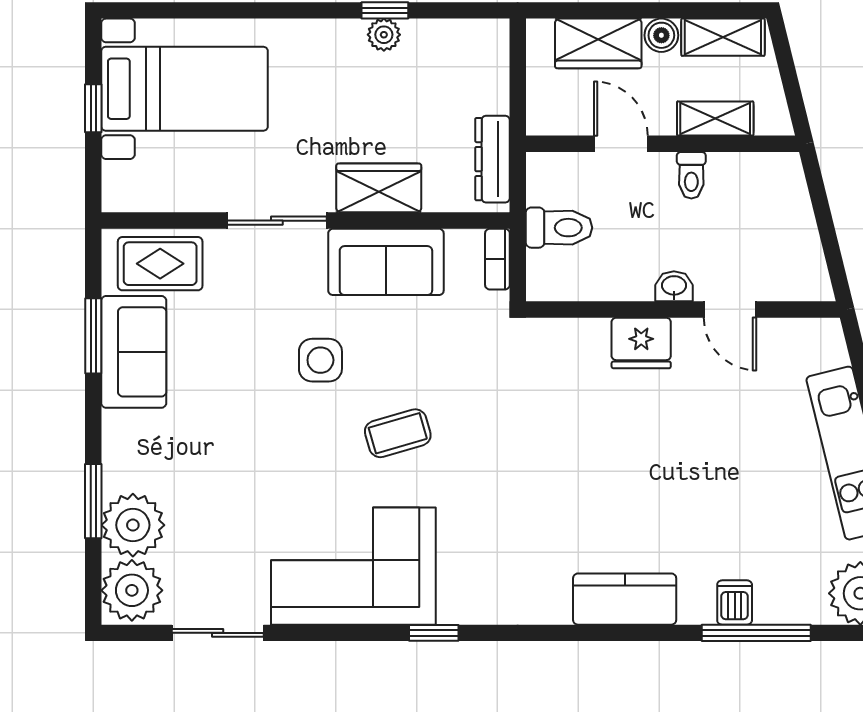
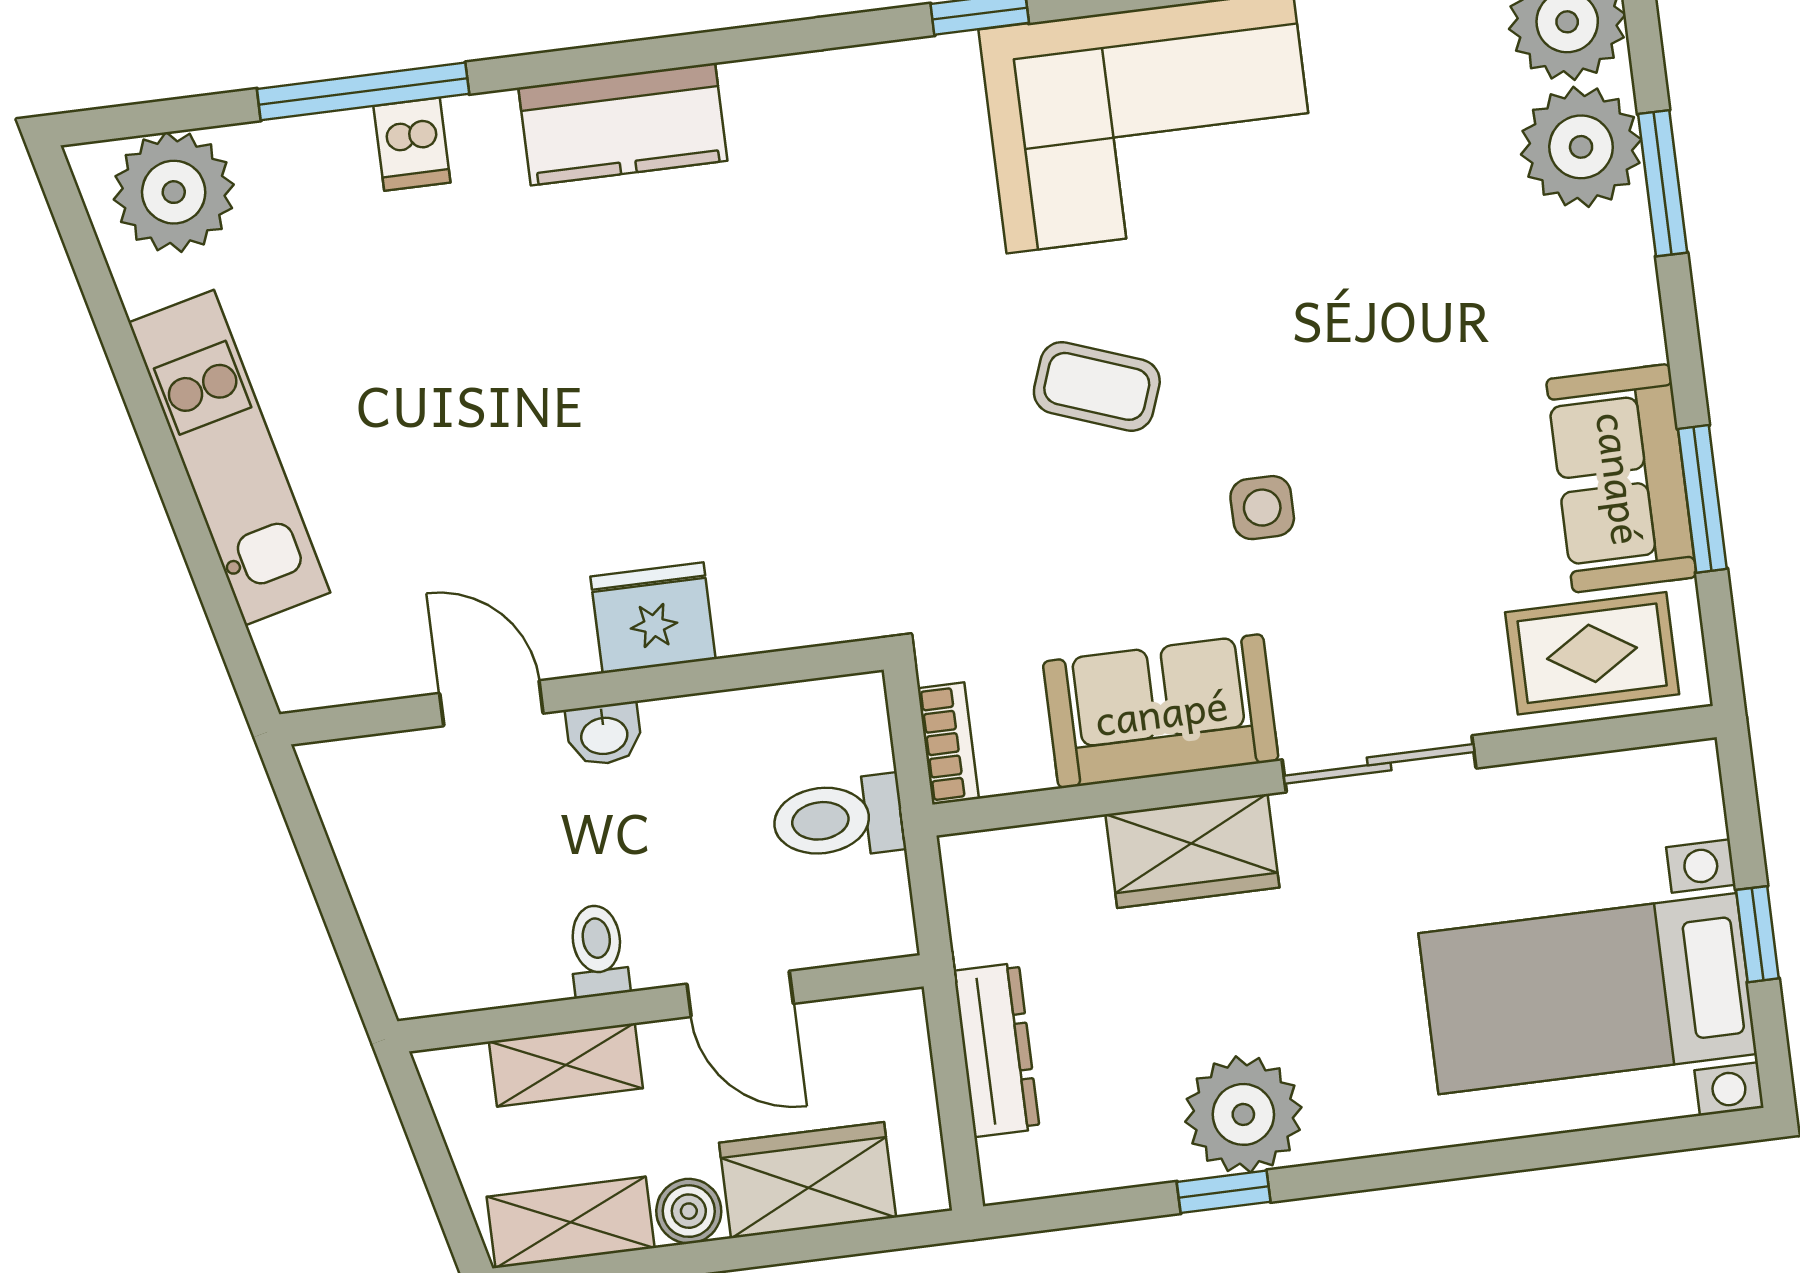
plant: (384, 35) -> (1243, 1114), width x1.88, depth x1.88
dresser: (493, 159) -> (996, 1050), moved
side table: (320, 360) -> (1262, 508), width x0.73, depth x0.73
coffee table: (398, 433) -> (1097, 386), turned 36

